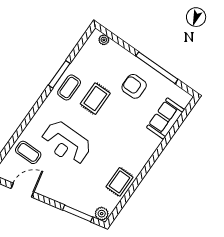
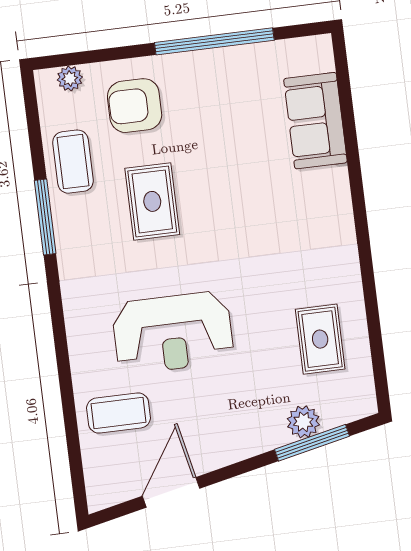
armchair: (134, 86) -> (135, 106), moved
coffee table: (69, 87) -> (73, 162), moved
rug: (120, 182) -> (320, 339), moved
plant: (102, 214) -> (303, 422), moved

